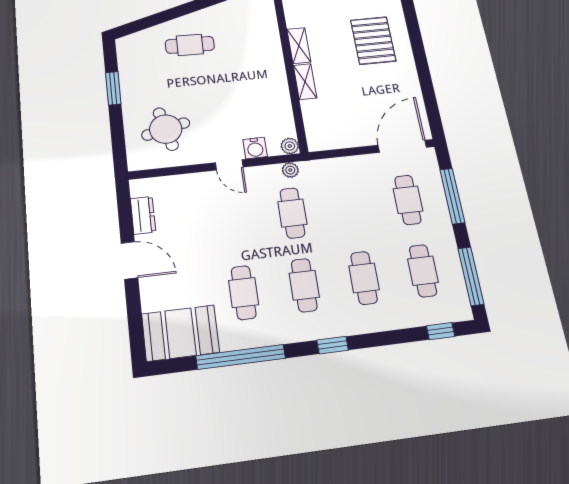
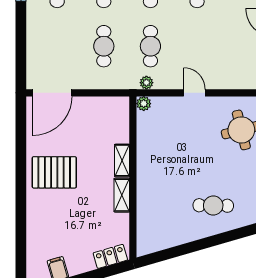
pallet: (373, 41) -> (54, 172), moved, turned 90
water cooler: (255, 148) -> (172, 105), removed
window: (452, 196) -> (21, 45), removed
cafe table: (408, 200) -> (104, 46), moved

